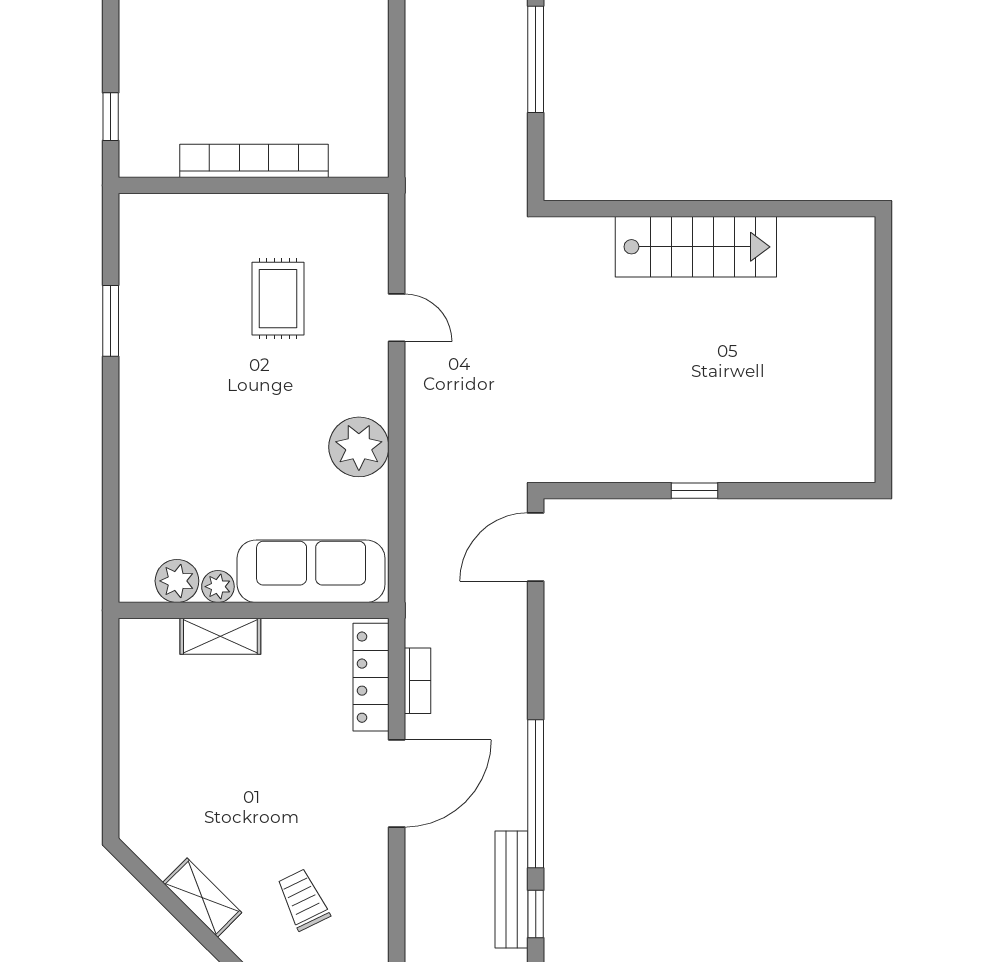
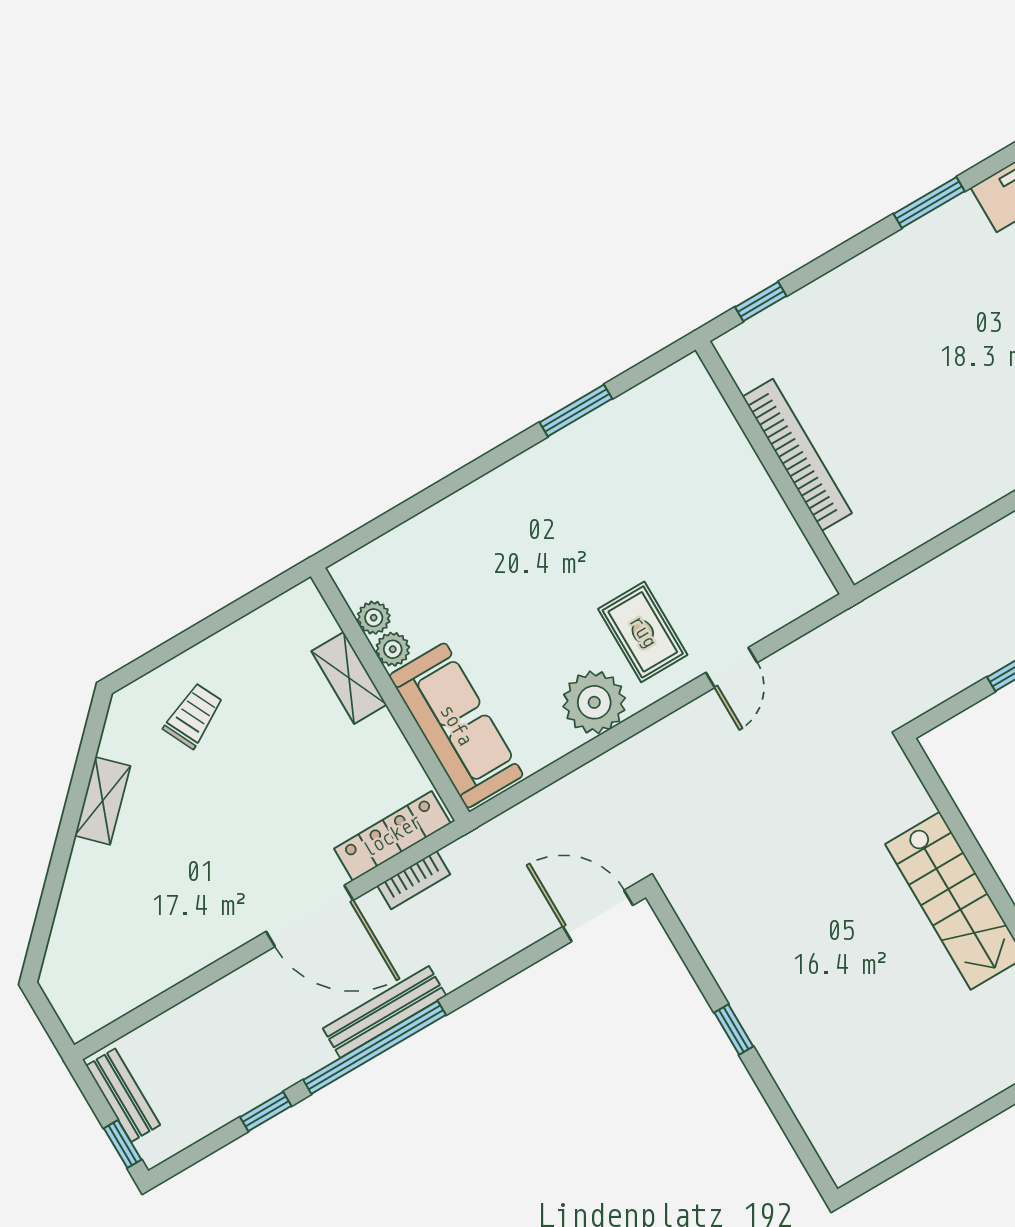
rug: (278, 299) -> (643, 632), moved, turned 90
plant: (177, 581) -> (374, 618), width x0.73, depth x0.73
bench: (511, 889) -> (385, 1012), moved
trolley: (303, 900) -> (193, 716), moved

